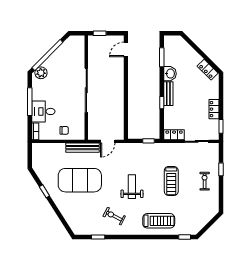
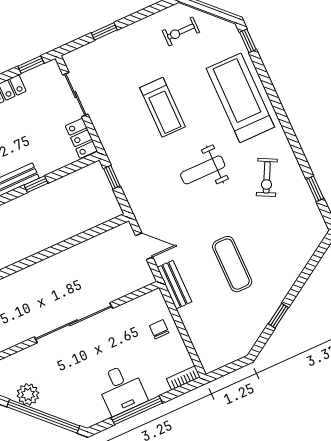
plant: (41, 73) -> (28, 394), moved
desk: (43, 111) -> (121, 389), moved
bench: (82, 148) -> (174, 285), width x0.73
exercise mat: (80, 180) -> (232, 264), width x0.50, depth x0.69
treadmill: (171, 181) -> (163, 107), turned 90
exercise bike: (205, 181) -> (181, 32), moved
treadmill: (159, 221) -> (240, 98), width x1.37, depth x1.38

